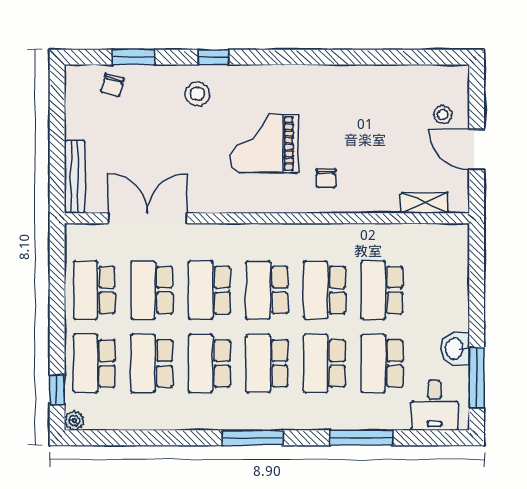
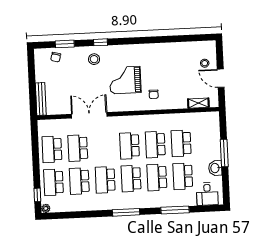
double door: (148, 218) -> (89, 115), moved
school desk: (209, 290) -> (104, 147), removed
window: (477, 378) -> (224, 153), moved

